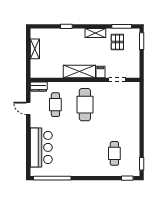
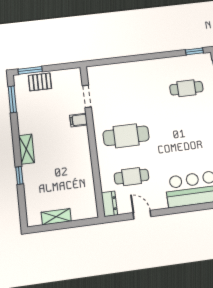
shelving: (95, 33) -> (26, 149), moved
pallet: (117, 42) -> (40, 82), moved
shelving: (79, 72) -> (81, 149), removed
door: (28, 108) -> (142, 215), swing flipped

